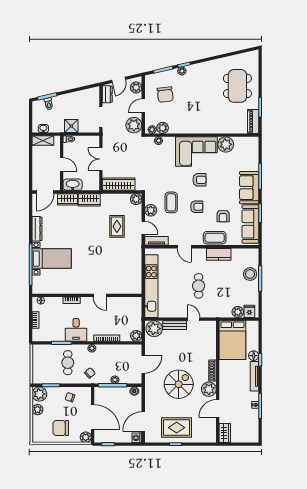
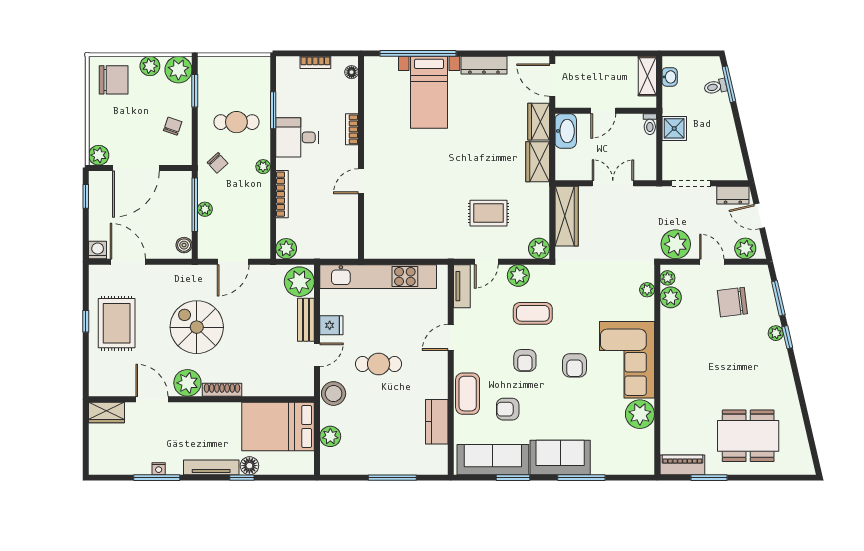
kitchen counter: (219, 254) -> (437, 422), moved
stool: (250, 274) -> (334, 394), moved
fridge: (249, 311) -> (331, 325), moved
door: (143, 365) -> (233, 262), hinge flipped
spiral stairs: (179, 384) -> (197, 327), turned 180
chair: (61, 428) -> (114, 80), moved, turned 90

